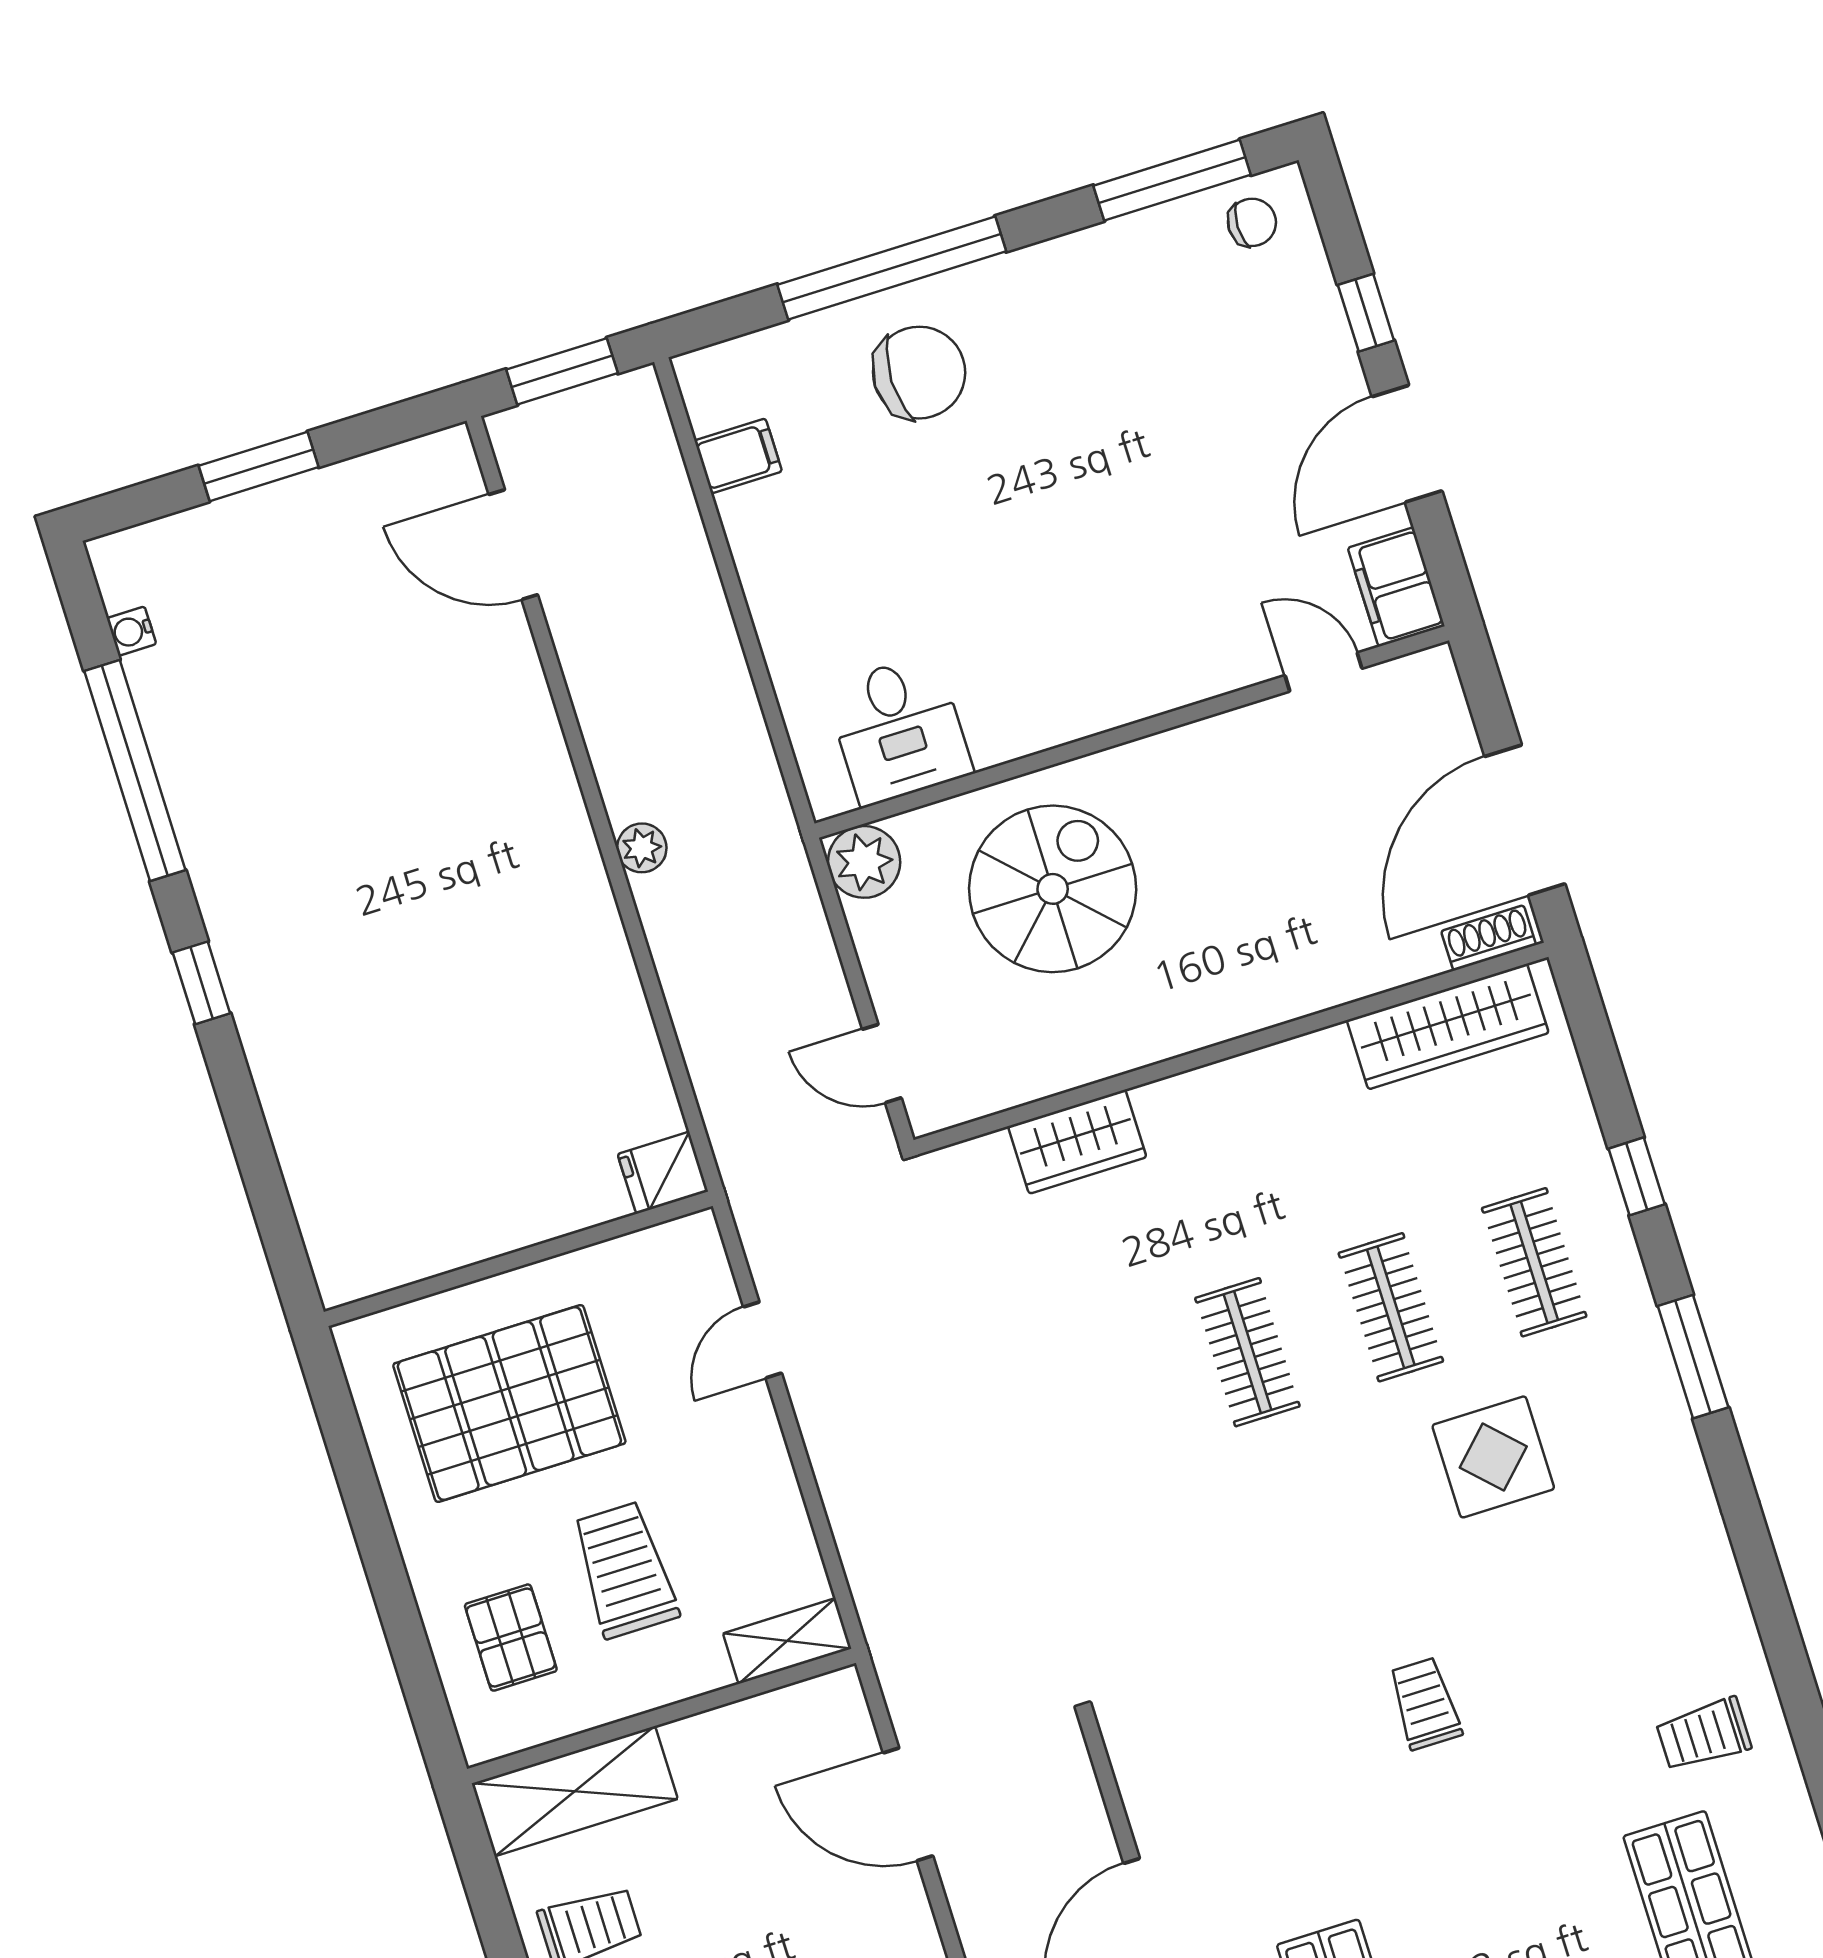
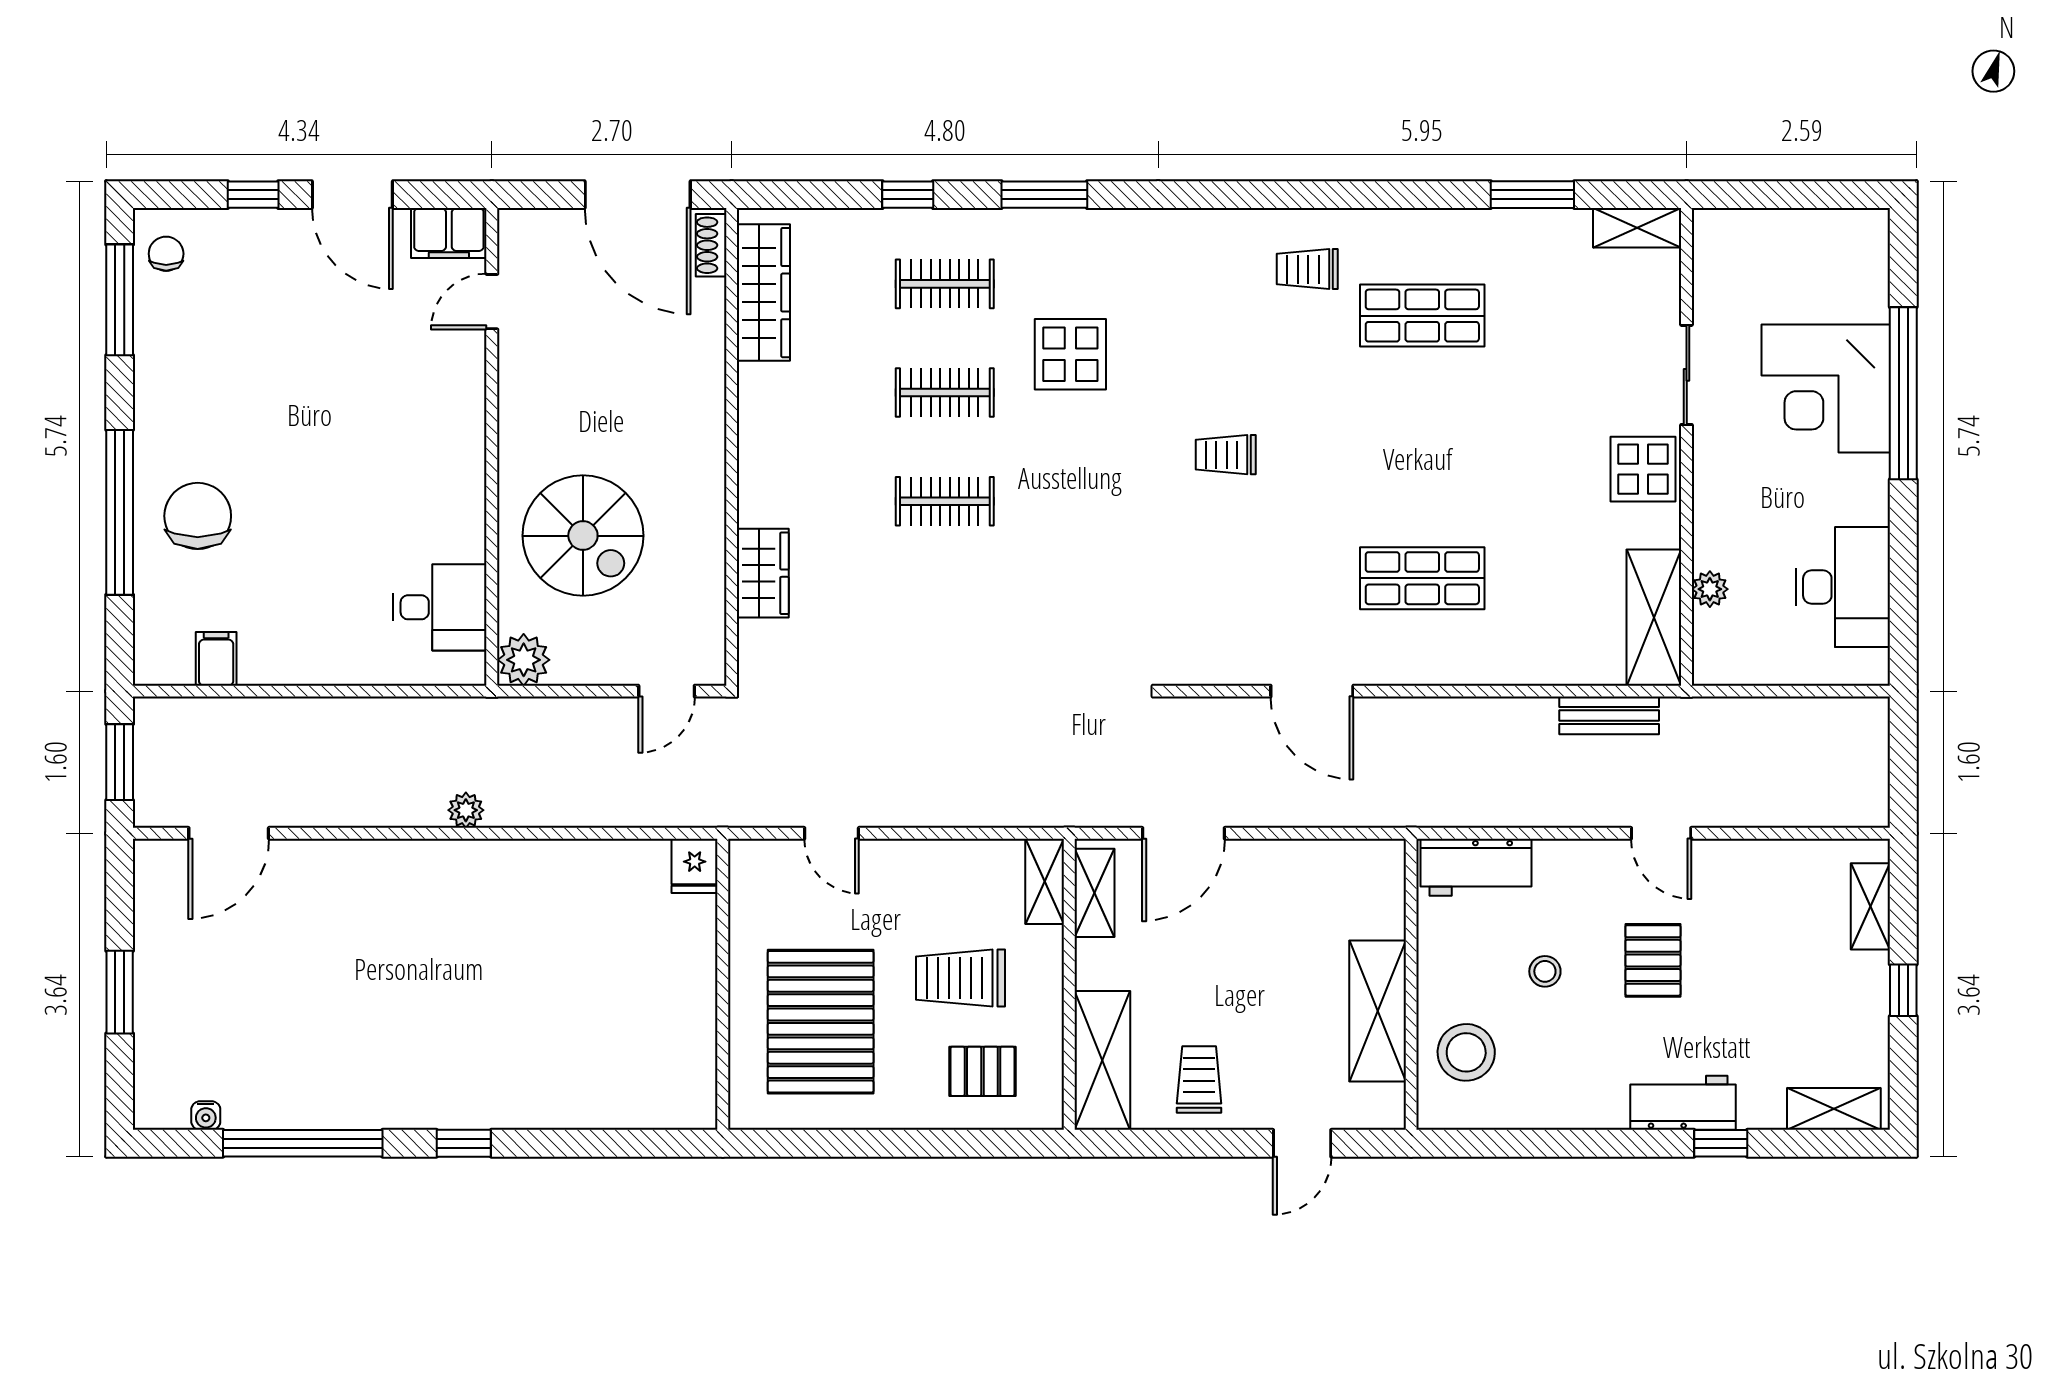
spiral stairs: (1053, 889) -> (583, 536), turned 180
shelving: (793, 1711) -> (1094, 893), added
trolley: (1704, 1734) -> (1307, 269), turned 90

